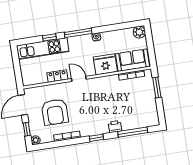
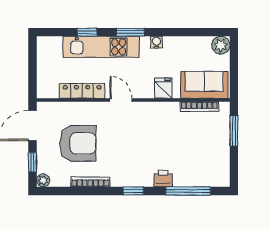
window: (78, 33) -> (130, 32), width x0.69
kitchen unit: (43, 48) -> (101, 47), moved
fridge: (105, 64) -> (163, 88), width x0.53, depth x0.75
locker: (57, 76) -> (82, 91), width x1.53
armchair: (55, 112) -> (78, 143), turned -90

